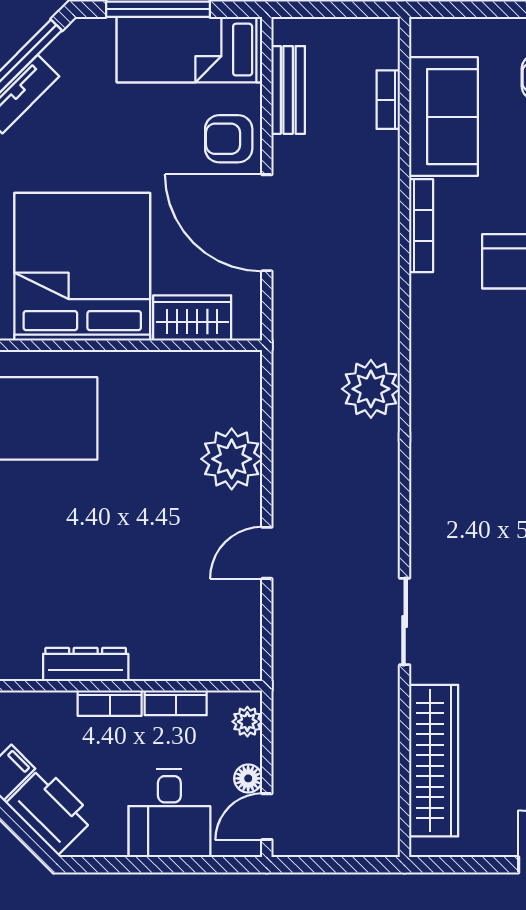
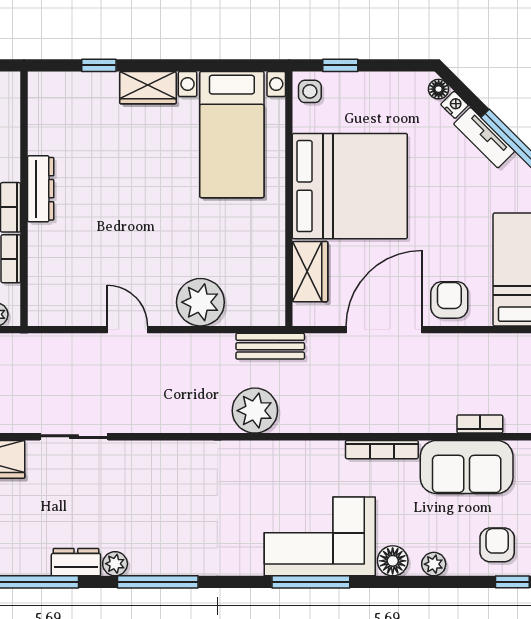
bench: (288, 90) -> (270, 346), moved

